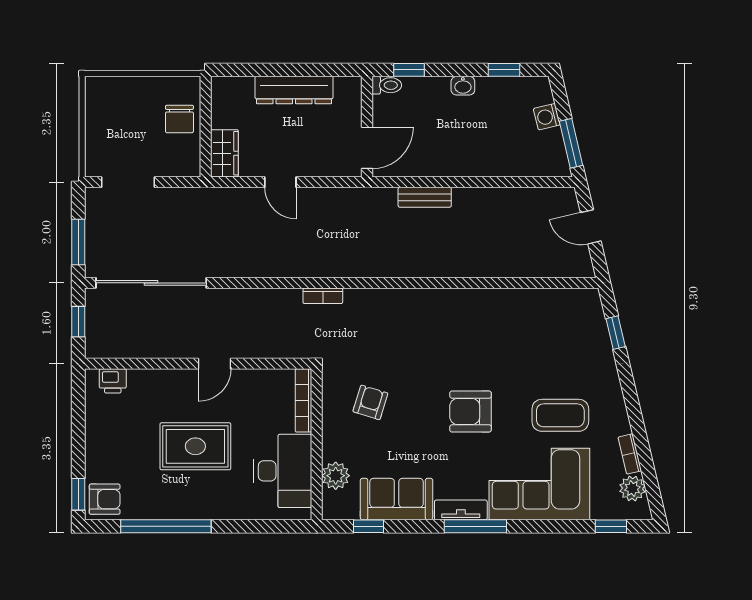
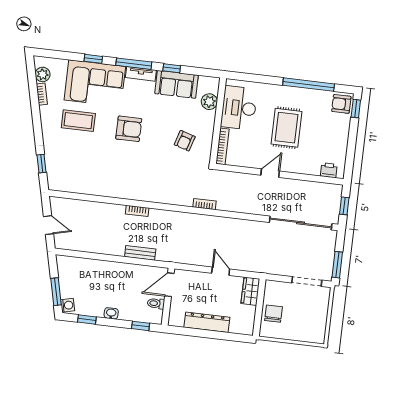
toilet: (387, 85) -> (156, 303), moved
washing machine: (547, 117) -> (68, 305), moved
window: (571, 143) -> (56, 292), moved
window: (78, 242) -> (337, 265), moved
bookcase: (439, 270) -> (137, 211), added
rug: (195, 446) -> (287, 128), turned 90
window: (368, 526) -> (172, 68), moved
window: (611, 526) -> (93, 59), moved

